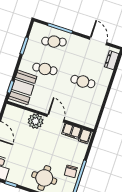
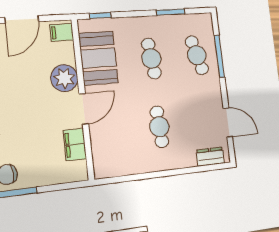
door: (98, 41) -> (228, 122), hinge flipped
booth: (23, 87) -> (98, 58), moved, turned 90
filing cabinet: (85, 136) -> (62, 32), moved

